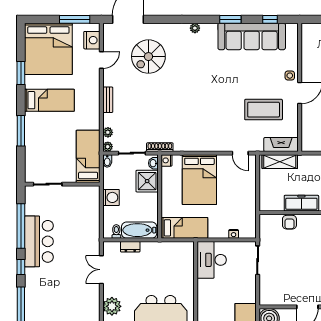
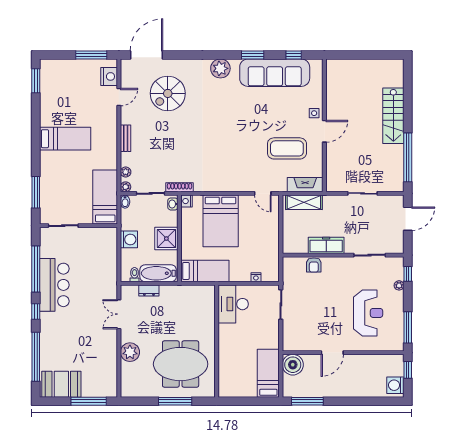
plant: (195, 28) -> (220, 68), width x1.88, depth x1.88
bed: (48, 49) -> (64, 86), removed
window: (21, 73) -> (36, 81), moved
window: (21, 131) -> (36, 192), moved
shower: (147, 181) -> (166, 239), moved

